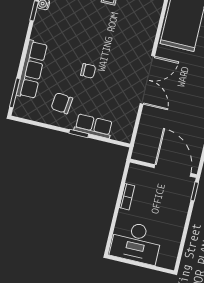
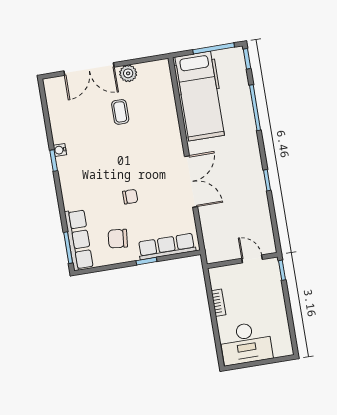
row of seats: (32, 70) -> (79, 240), moved
row of seats: (93, 126) -> (167, 246), width x1.48
door: (173, 171) -> (252, 259), width x0.53

